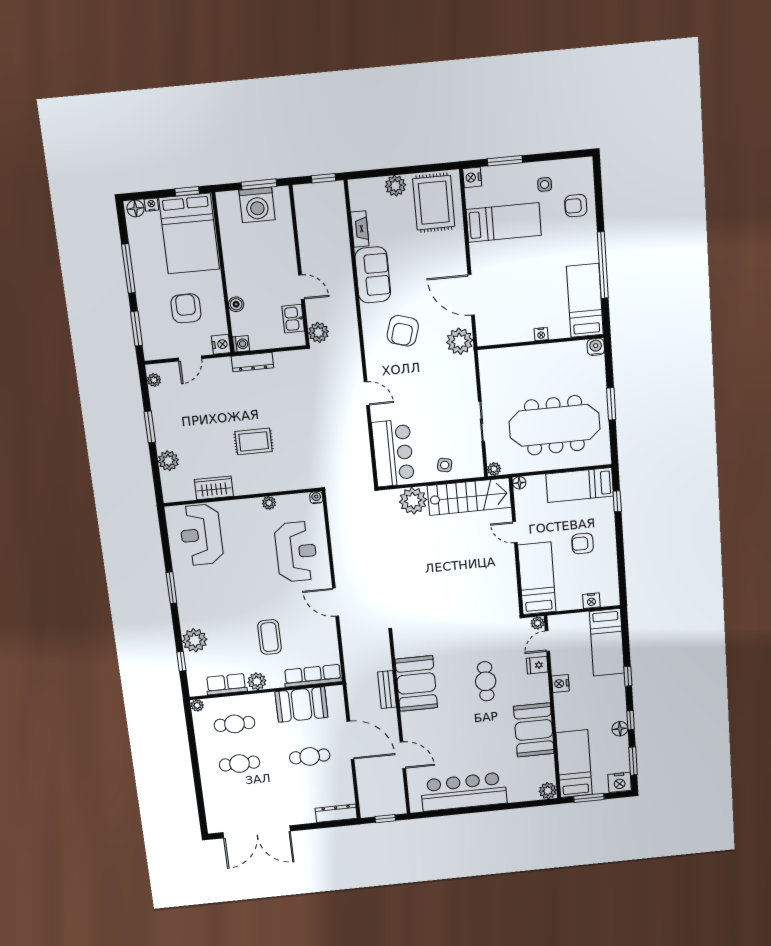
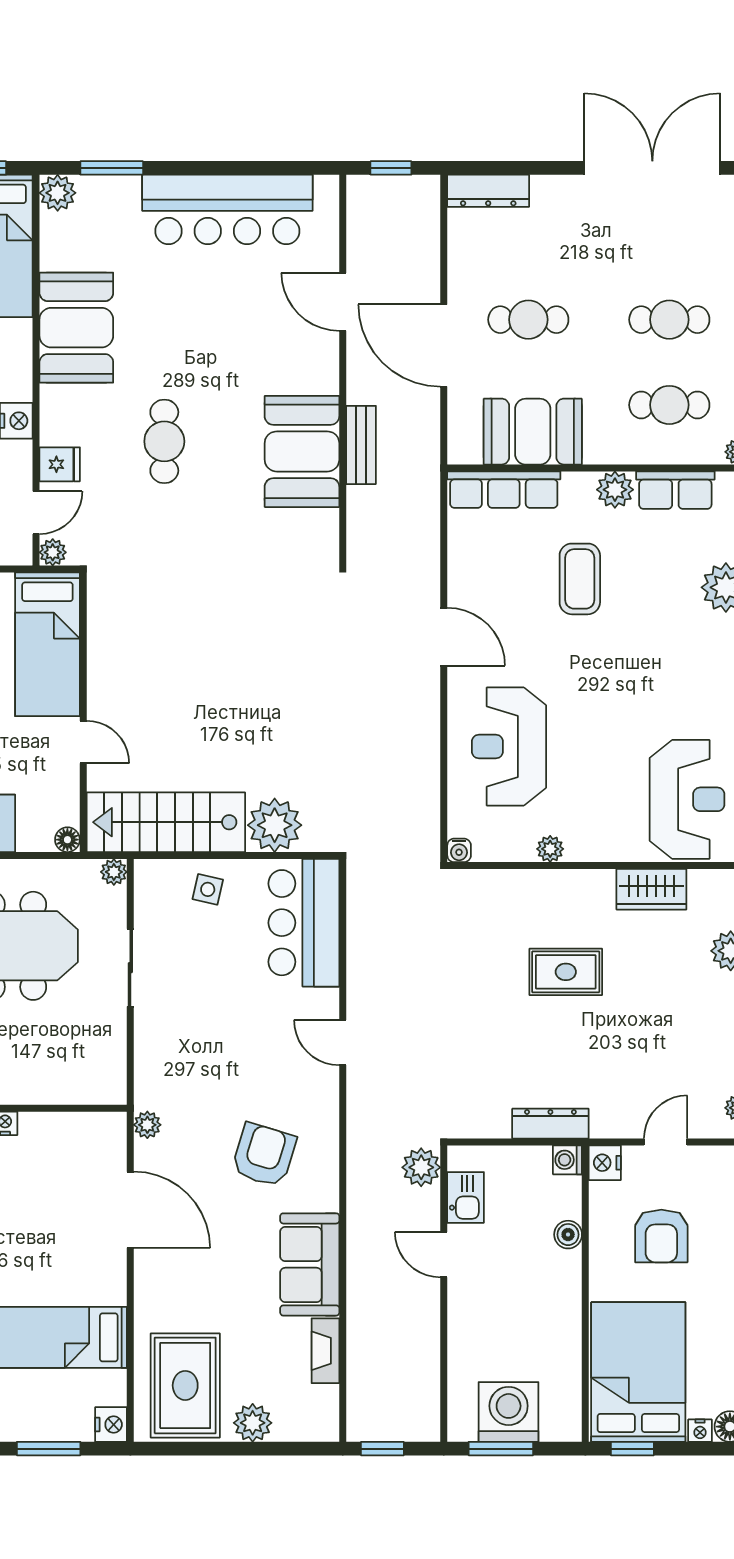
plant: (460, 341) -> (147, 1125), width x0.53, depth x0.53
window: (522, 805) -> (112, 168), added

